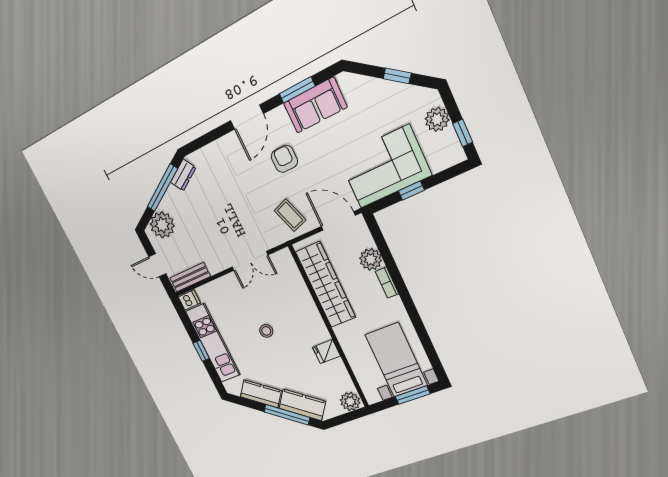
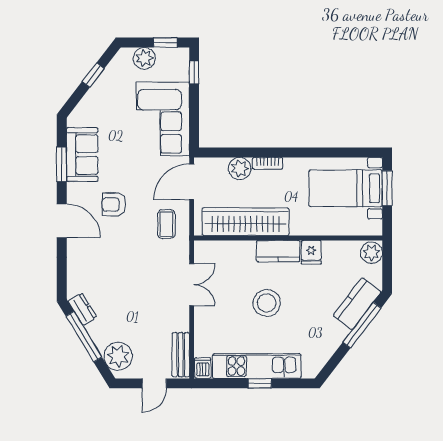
window: (411, 191) -> (194, 72), moved
coffee table: (290, 215) -> (166, 224), turned -71
stool: (266, 331) -> (267, 303), width x1.89, depth x1.89
kitchen counter: (261, 394) -> (278, 251), moved, turned -127

